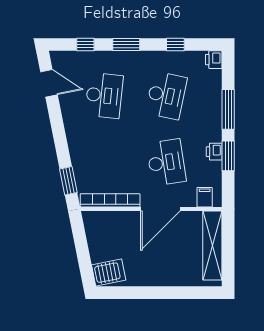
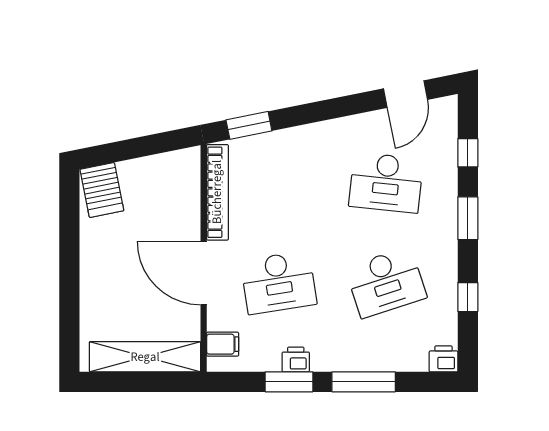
desk: (166, 95) -> (386, 282), turned -30

